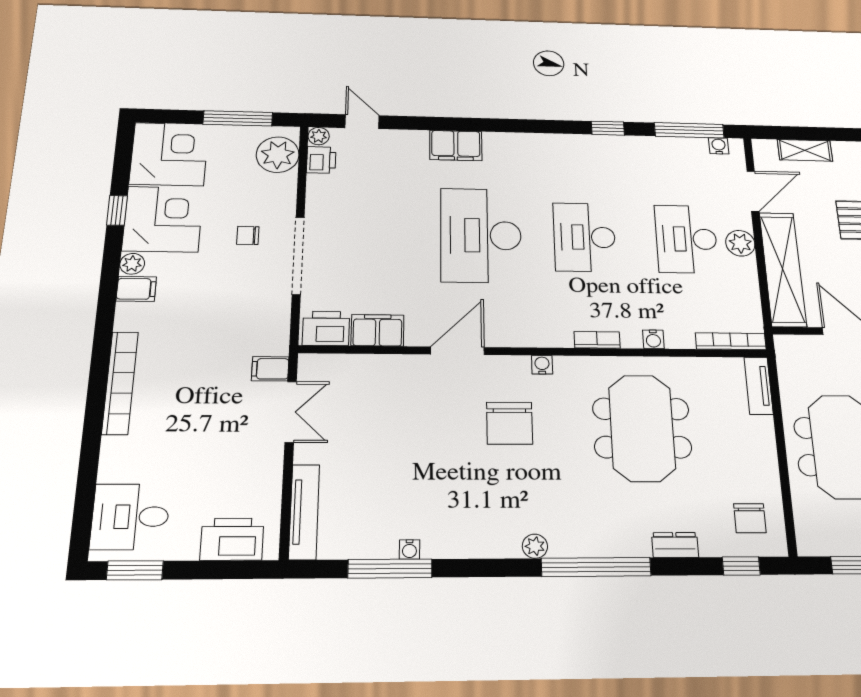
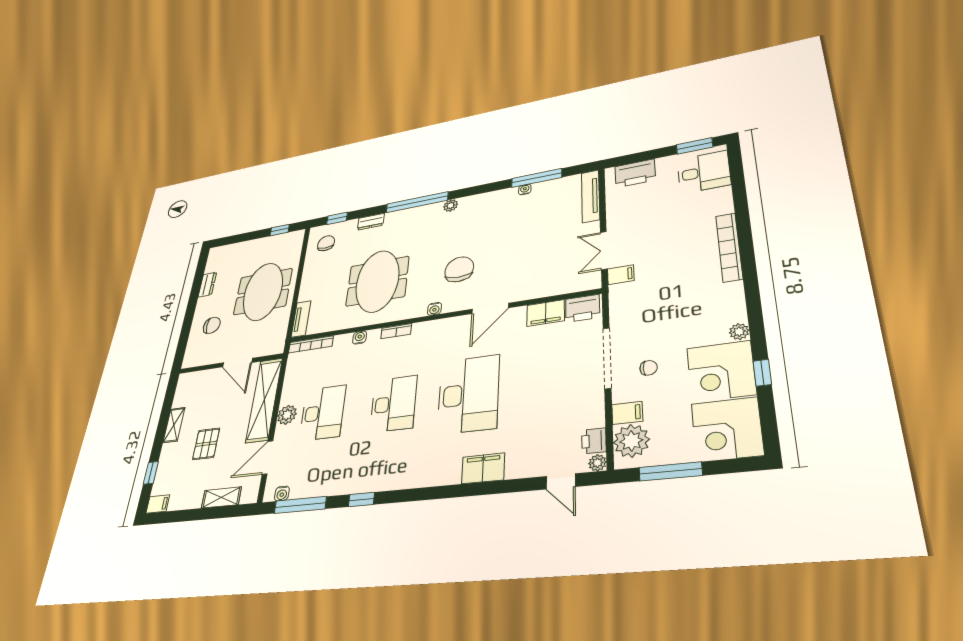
filing cabinet: (136, 289) -> (627, 413), moved, turned 180

